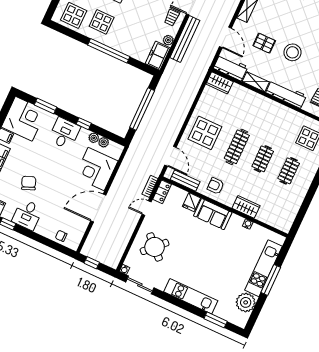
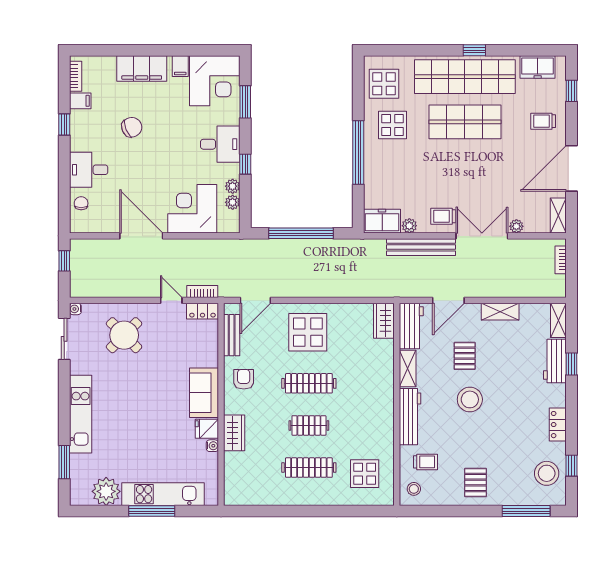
clothes rail: (289, 171) -> (309, 468), width x1.36
fridge: (191, 202) -> (207, 429), moved
desk: (27, 215) -> (89, 170), moved

